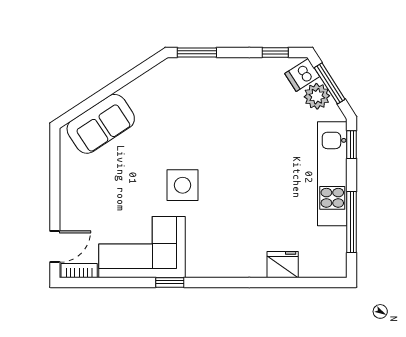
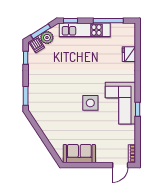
sofa: (101, 124) -> (79, 154), moved, turned -57
door: (55, 246) -> (120, 165), swing flipped
corner sofa: (142, 247) -> (120, 103), moved

